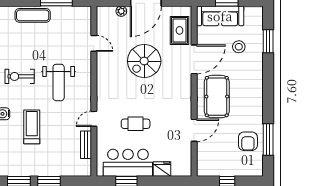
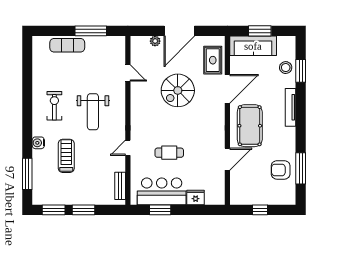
stool: (239, 47) -> (286, 68), moved
exercise bike: (20, 76) -> (54, 106), turned 90
tv unit: (258, 78) -> (291, 107), added
armchair: (248, 141) -> (281, 170), turned 90
bench: (86, 145) -> (120, 186), moved

